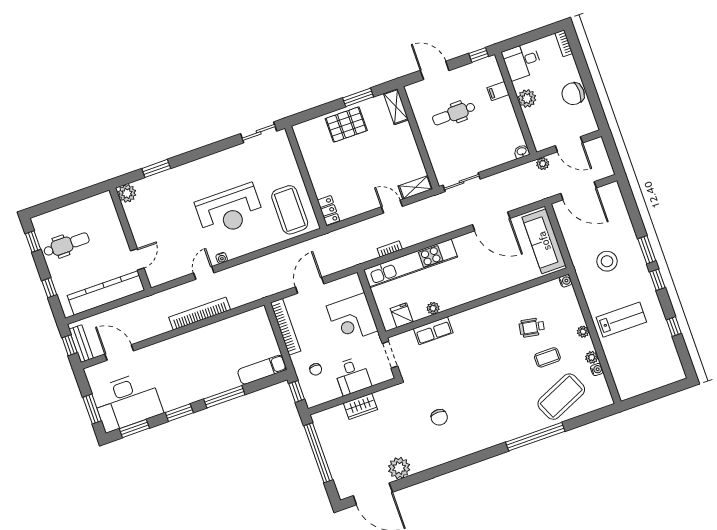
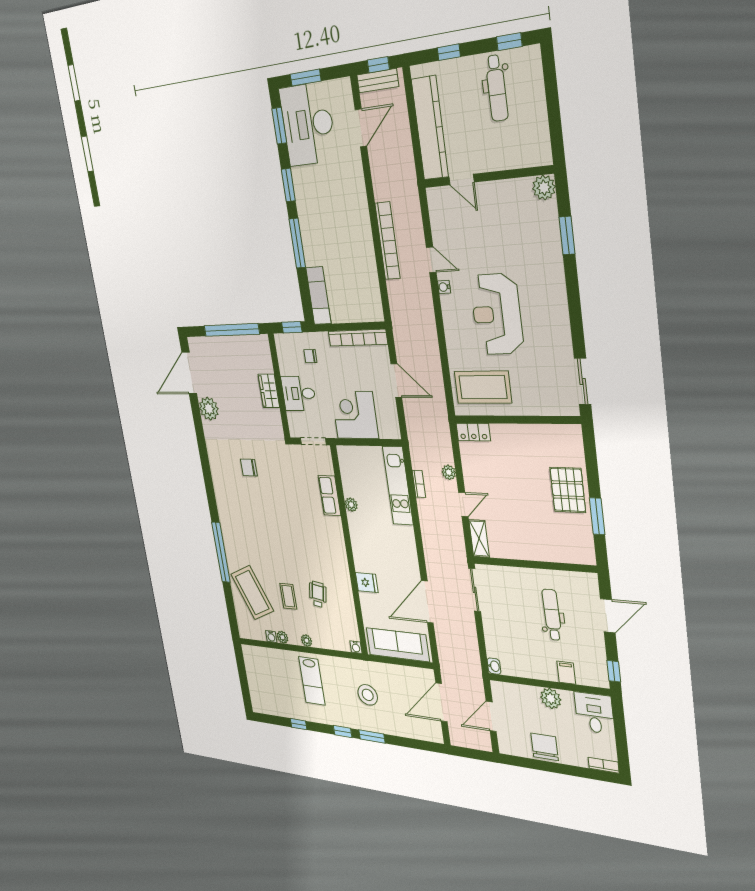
shelving: (396, 107) -> (575, 555), removed
plant: (543, 164) -> (449, 472), moved
kitchen unit: (410, 263) -> (398, 486), width x0.73
fridge: (402, 315) -> (367, 583), moved

